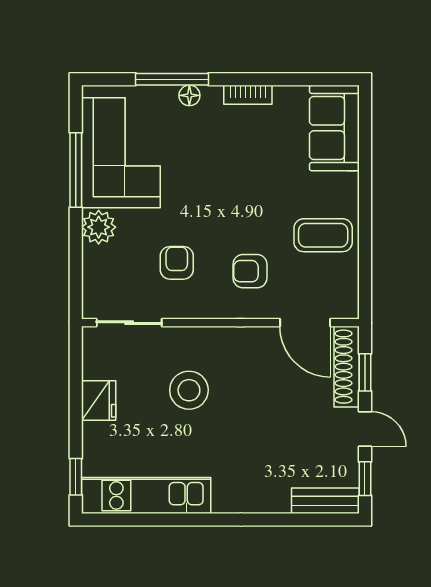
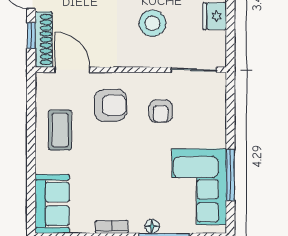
plant: (99, 227) -> (215, 136), removed
coffee table: (323, 235) -> (60, 130), turned 90
armchair: (250, 271) -> (110, 105), width x1.38, depth x1.38

